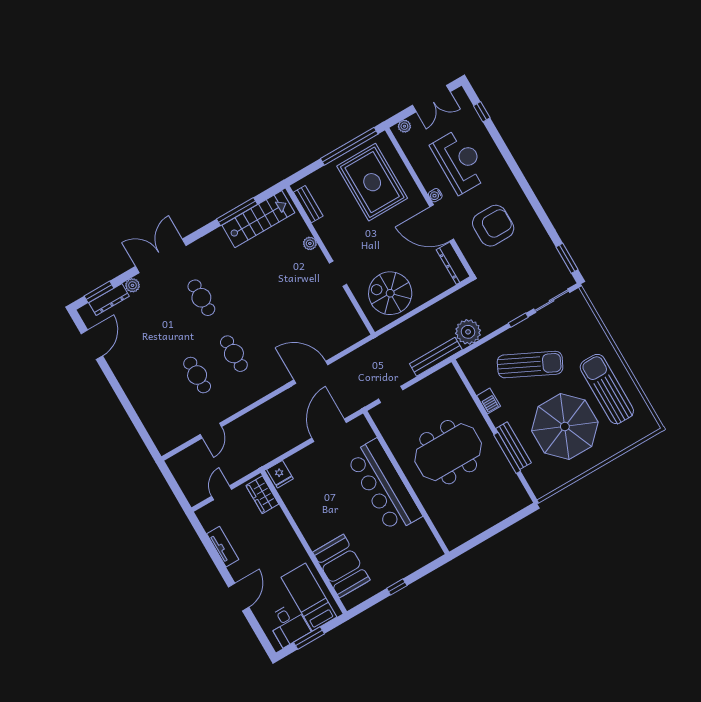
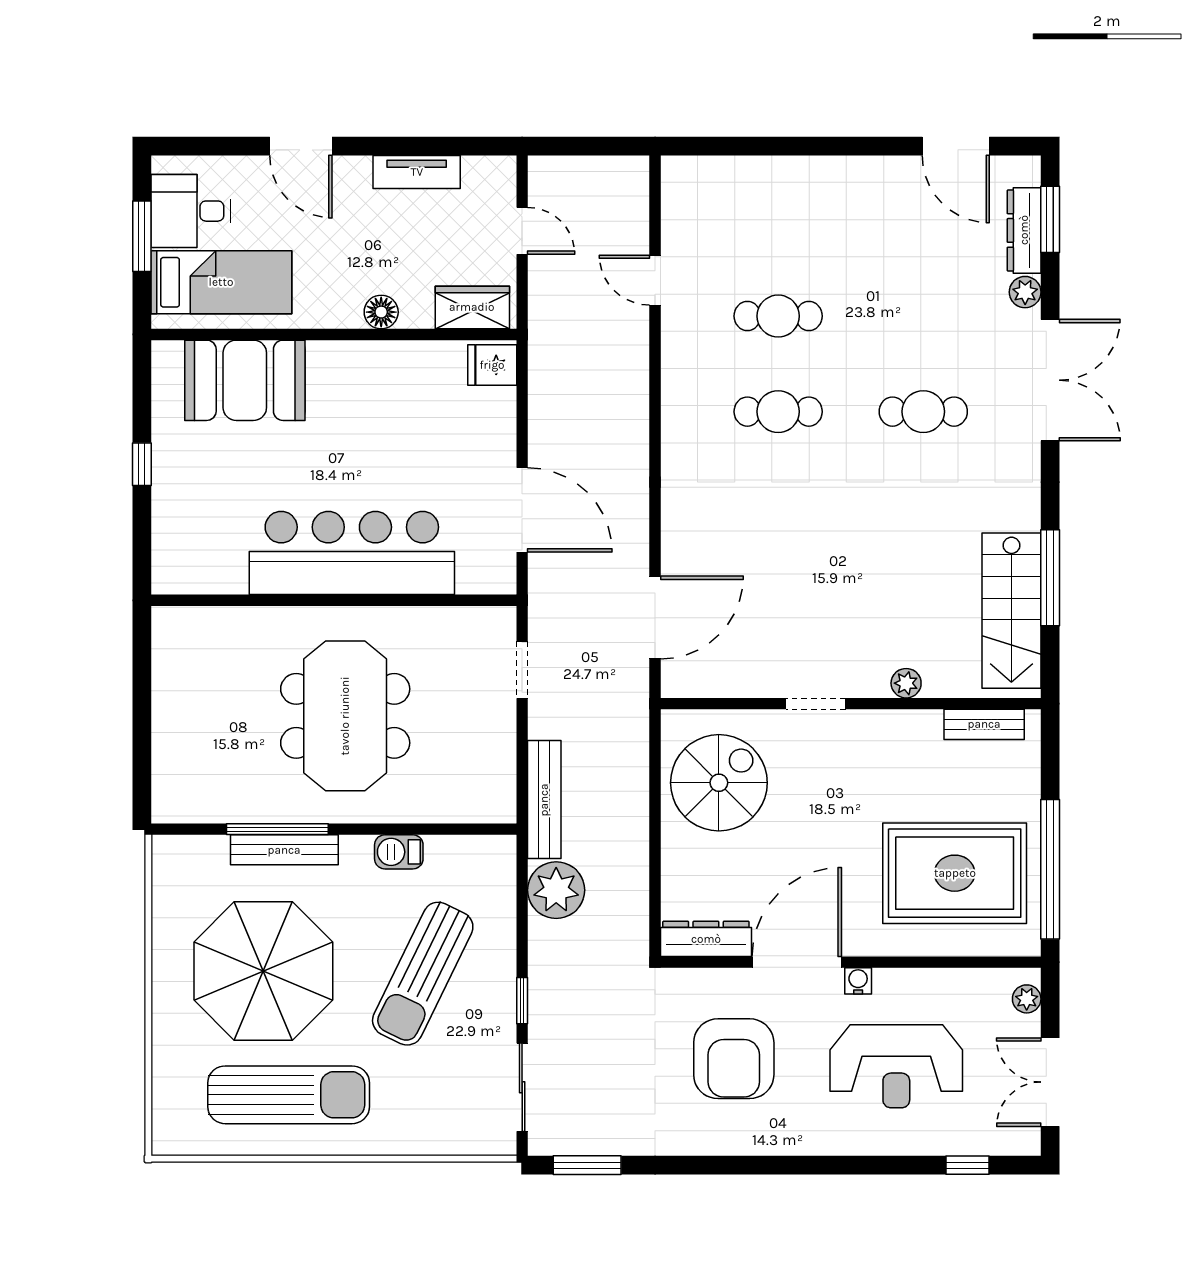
door: (311, 372) -> (655, 617), moved
floor lamp: (285, 529) -> (381, 312), added

